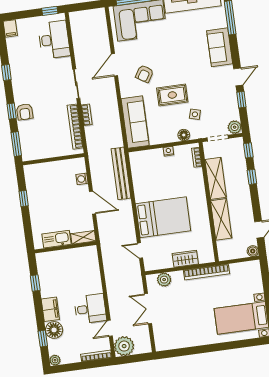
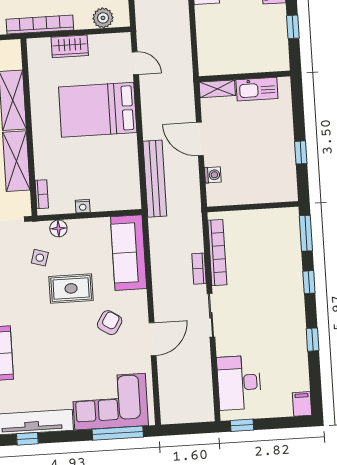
armchair: (25, 112) -> (290, 280), removed

